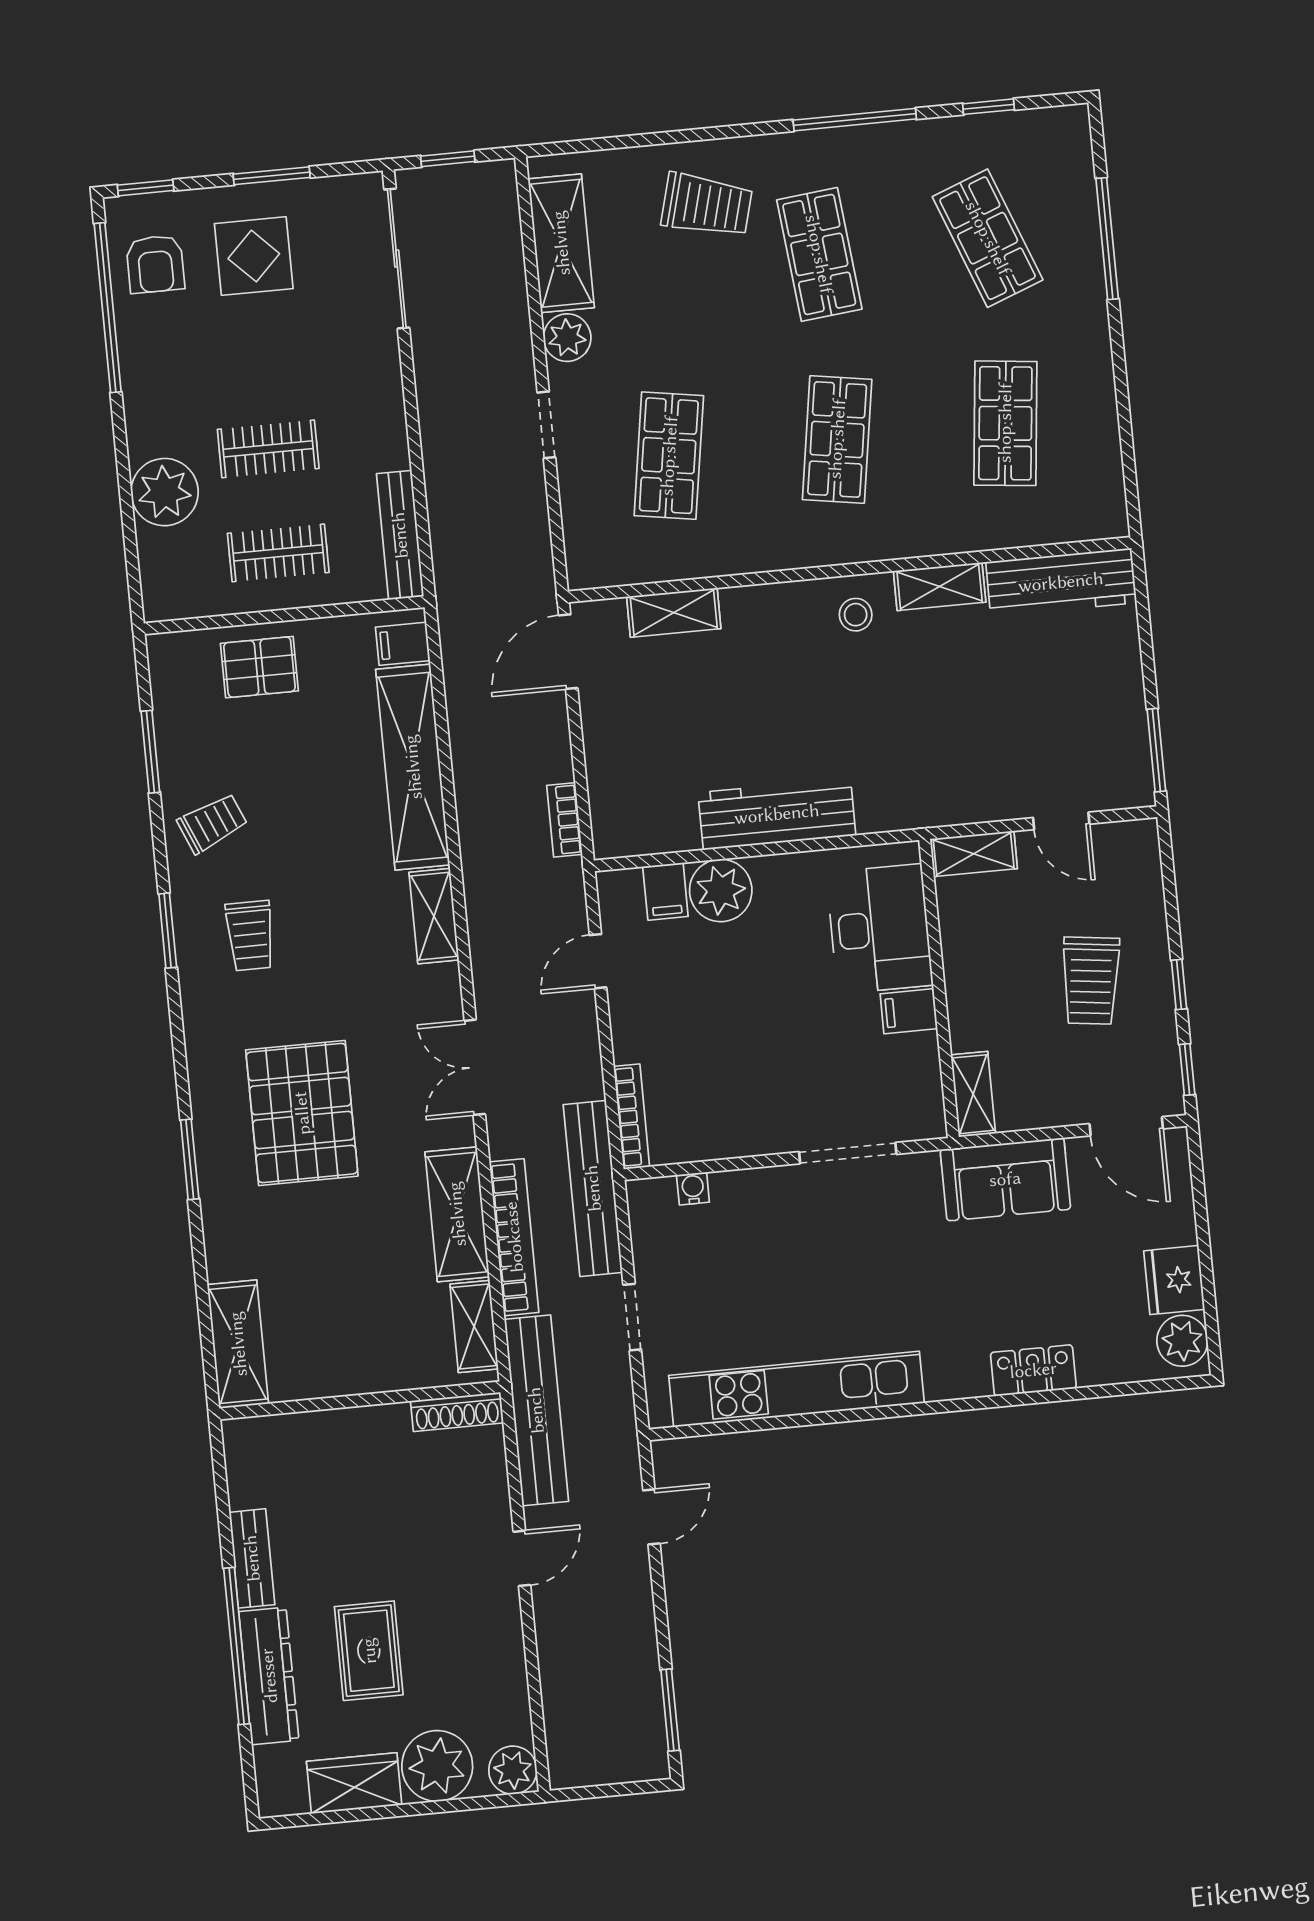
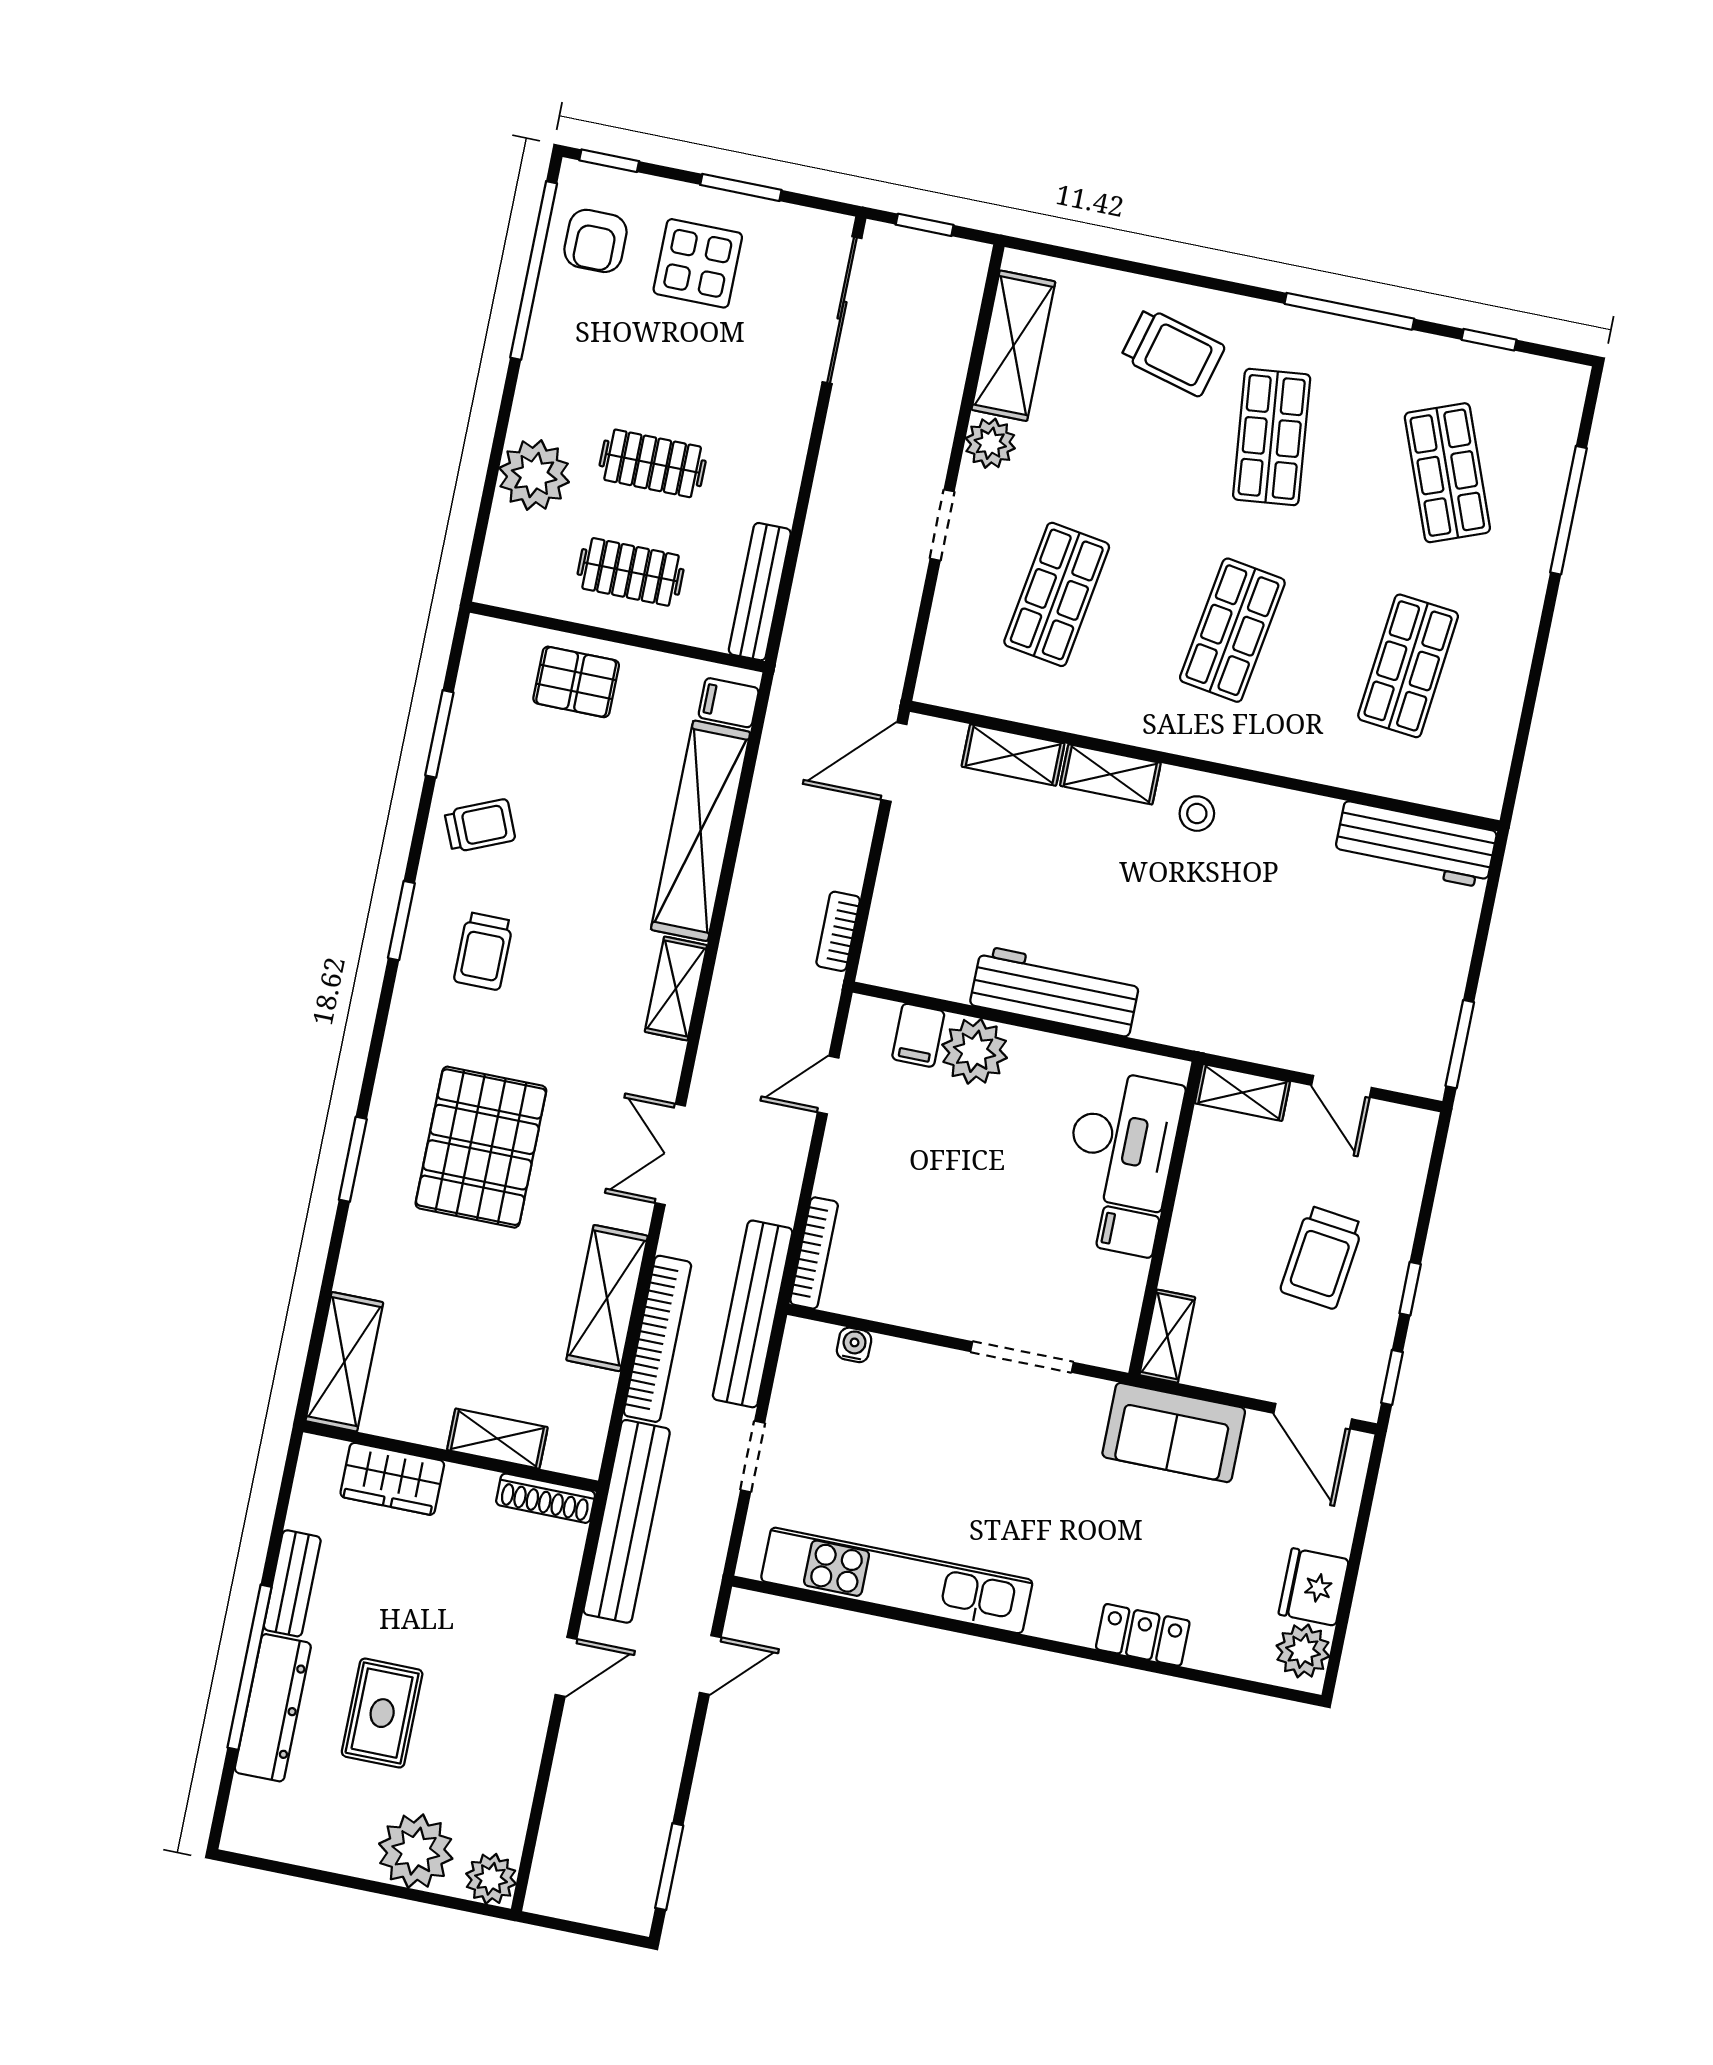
shelving: (940, 587) -> (1110, 774), moved
shelving: (474, 1327) -> (497, 1439), moved, turned 90
wardrobe: (354, 1783) -> (392, 1479), moved, turned 180

